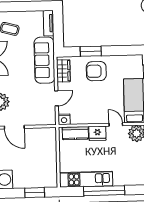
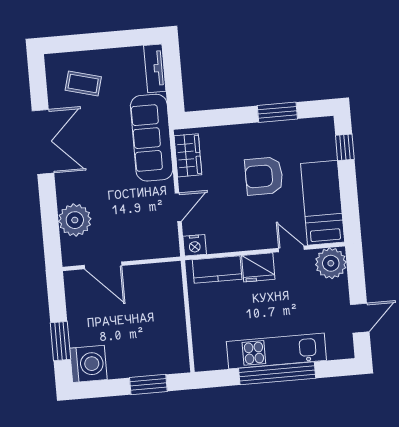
window: (91, 51) -> (277, 112), moved
armchair: (96, 71) -> (264, 176), moved
kitchen unit: (86, 179) -> (276, 351), moved

